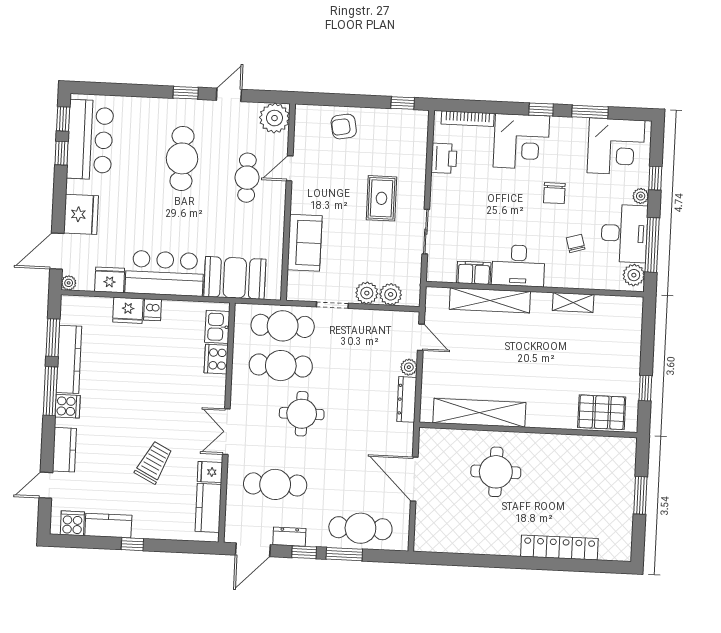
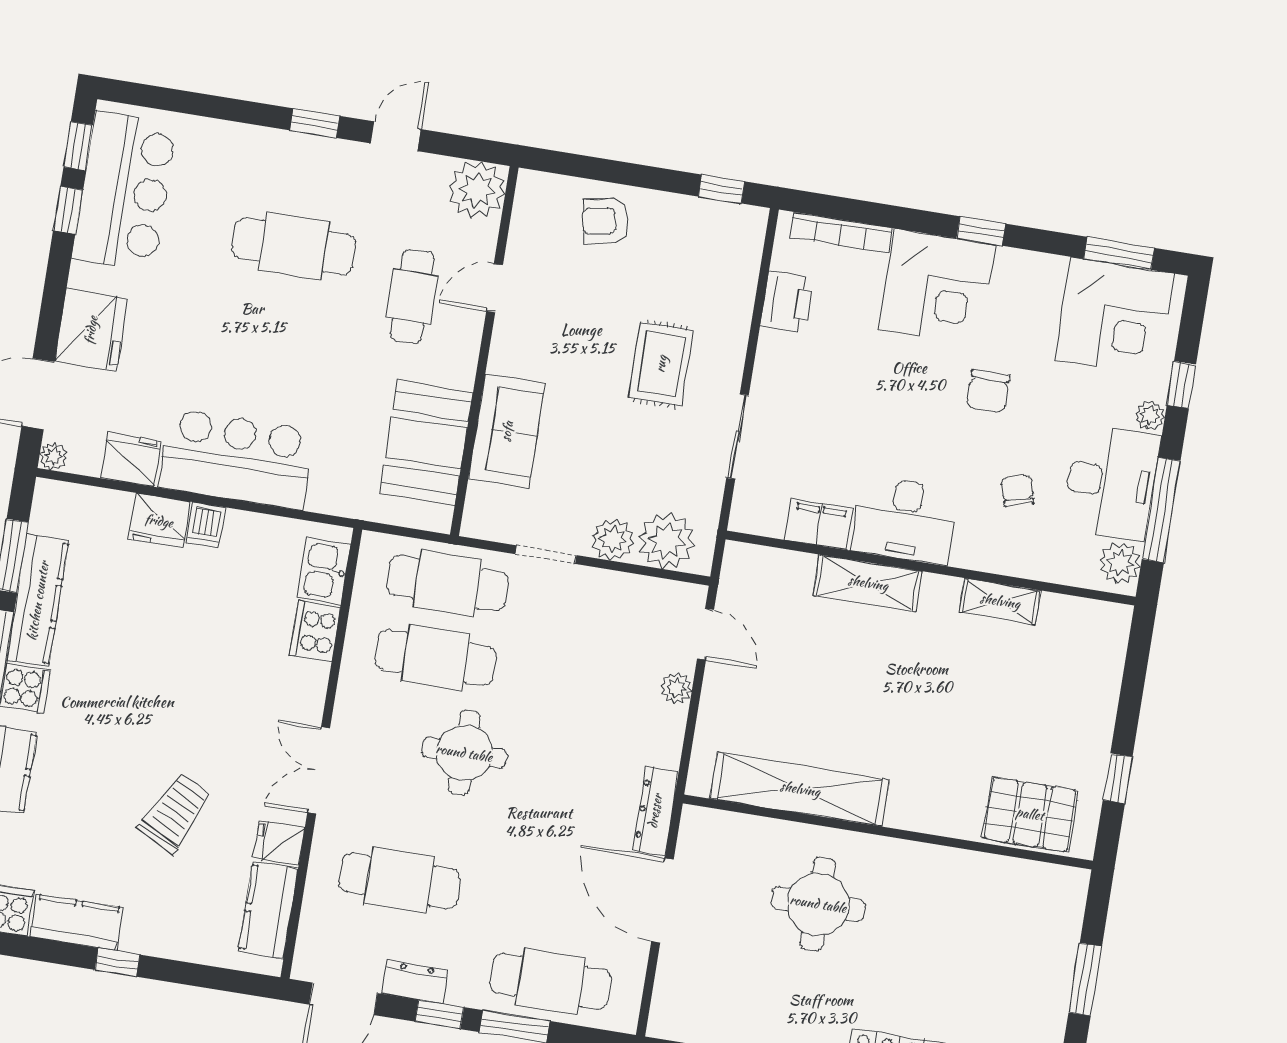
window: (590, 112) -> (1119, 253), moved
cafe table: (182, 158) -> (294, 246), turned 90
booth: (235, 278) -> (426, 443), moved, turned 90
plant: (391, 294) -> (667, 541), width x1.36, depth x1.36
shelving: (490, 300) -> (868, 583), width x0.68
dresser: (407, 399) -> (655, 811), moved

